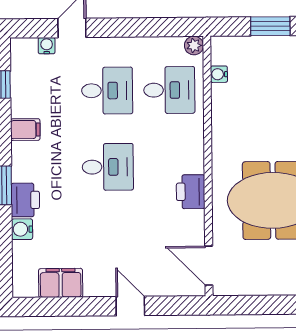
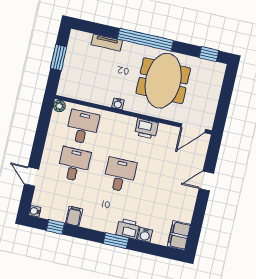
water cooler: (47, 46) -> (35, 211), moved
water cooler: (219, 74) -> (118, 104), moved
filing cabinet: (25, 130) -> (74, 216), moved
filing cabinet: (61, 283) -> (179, 235), moved

